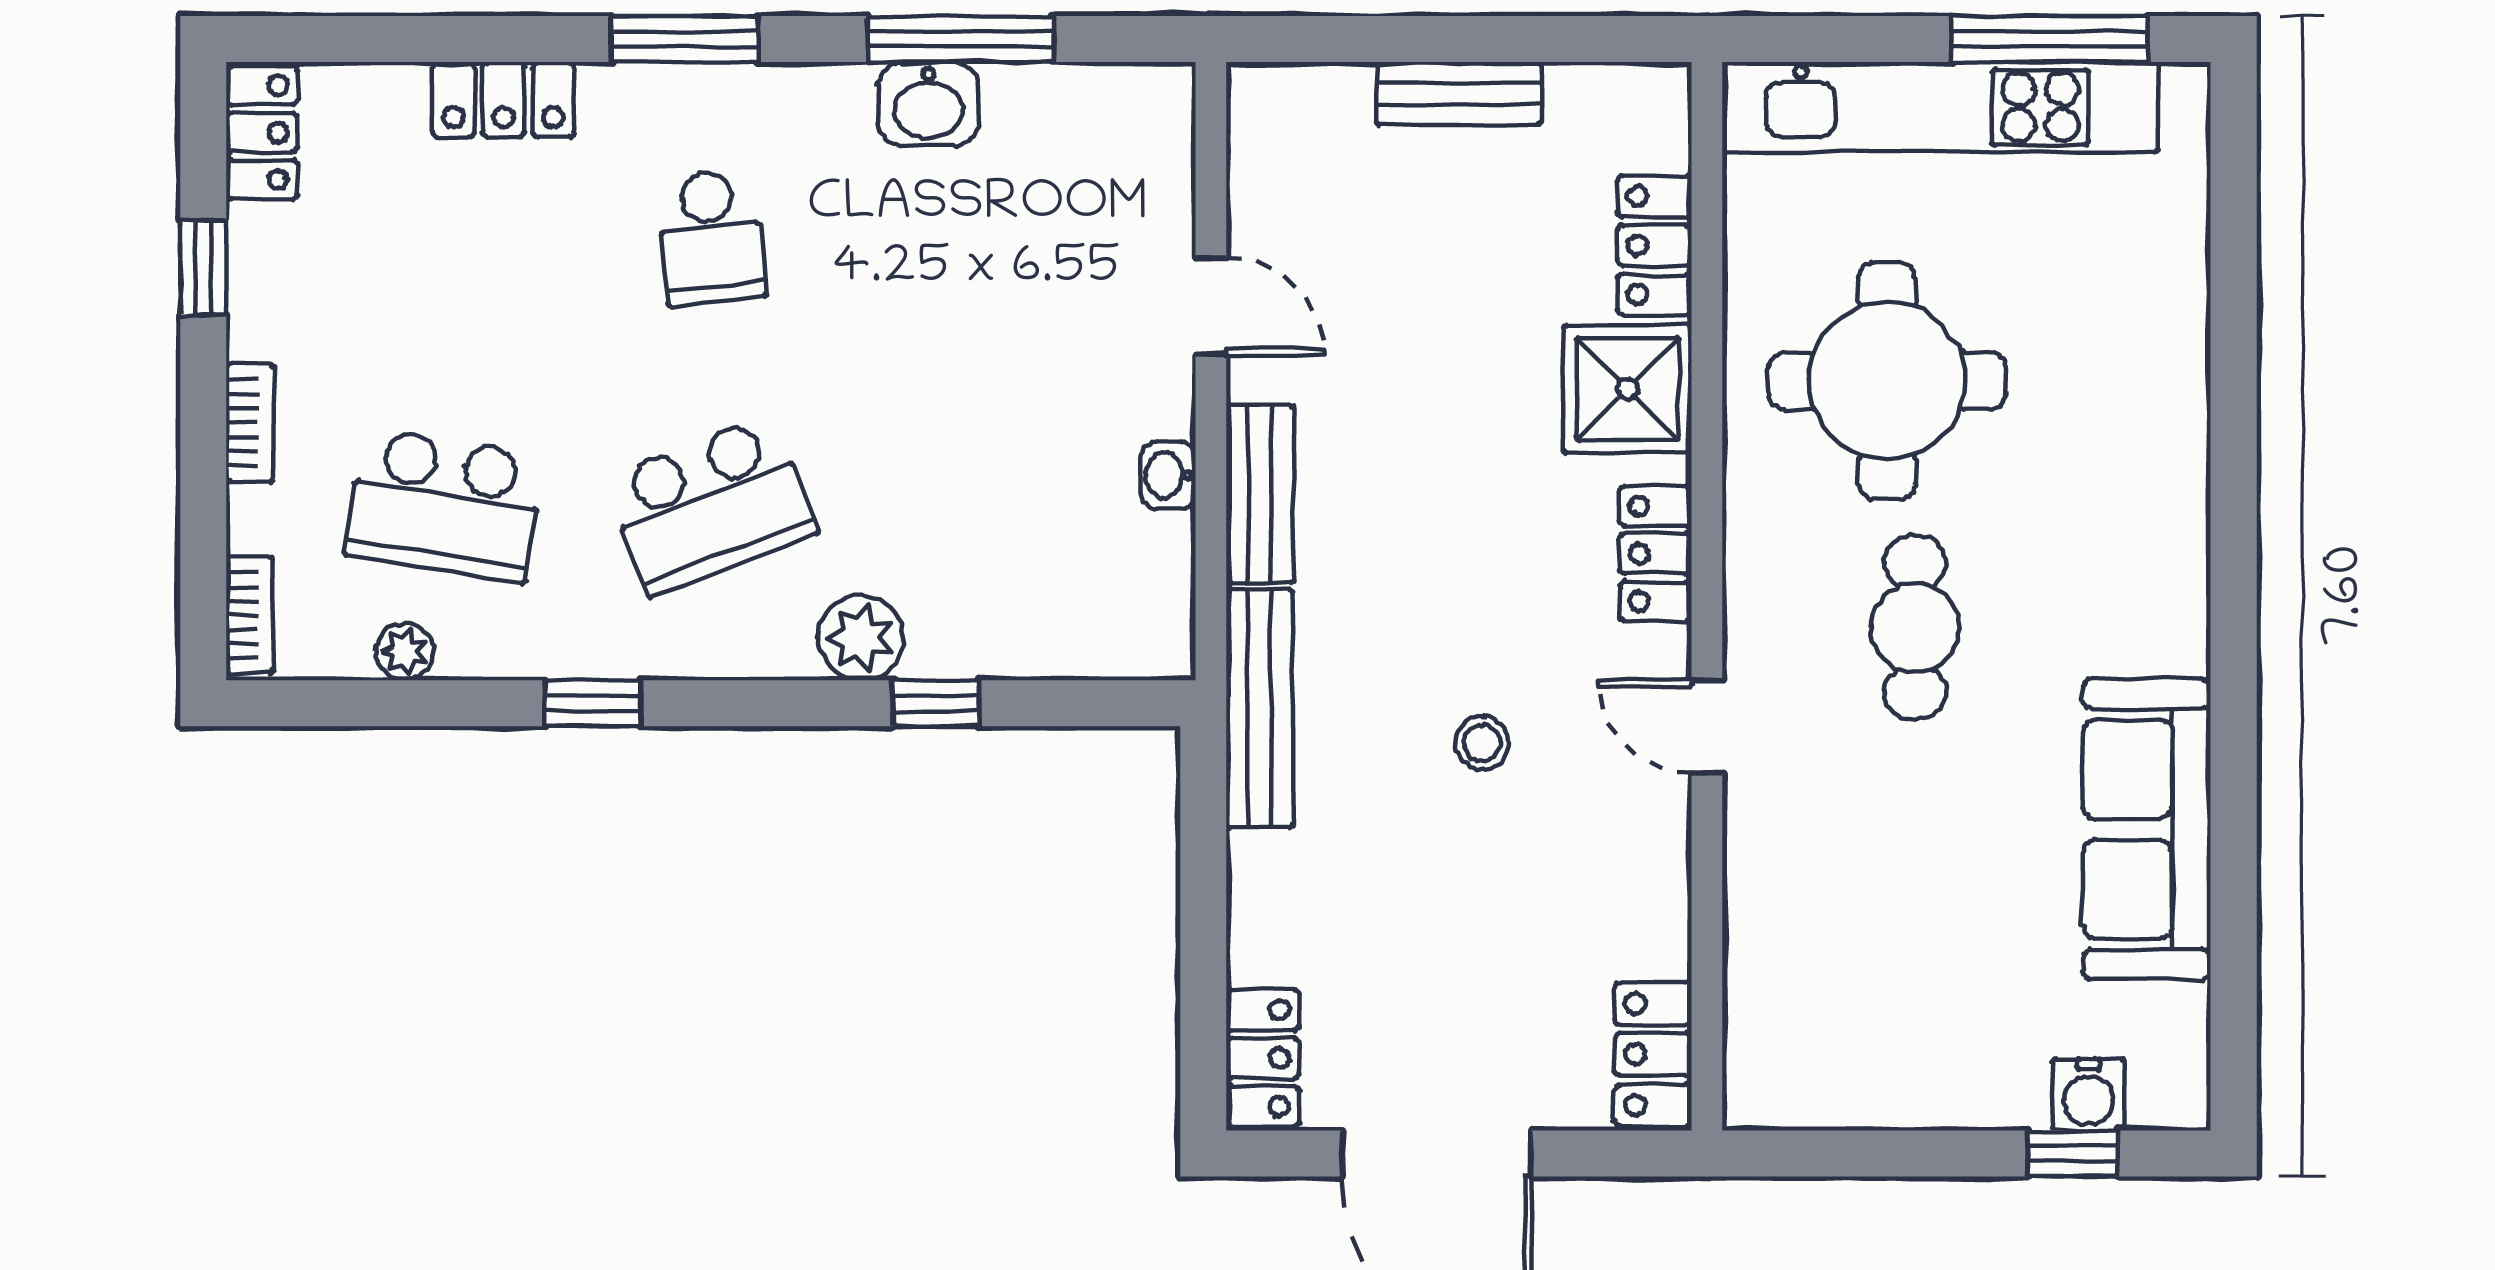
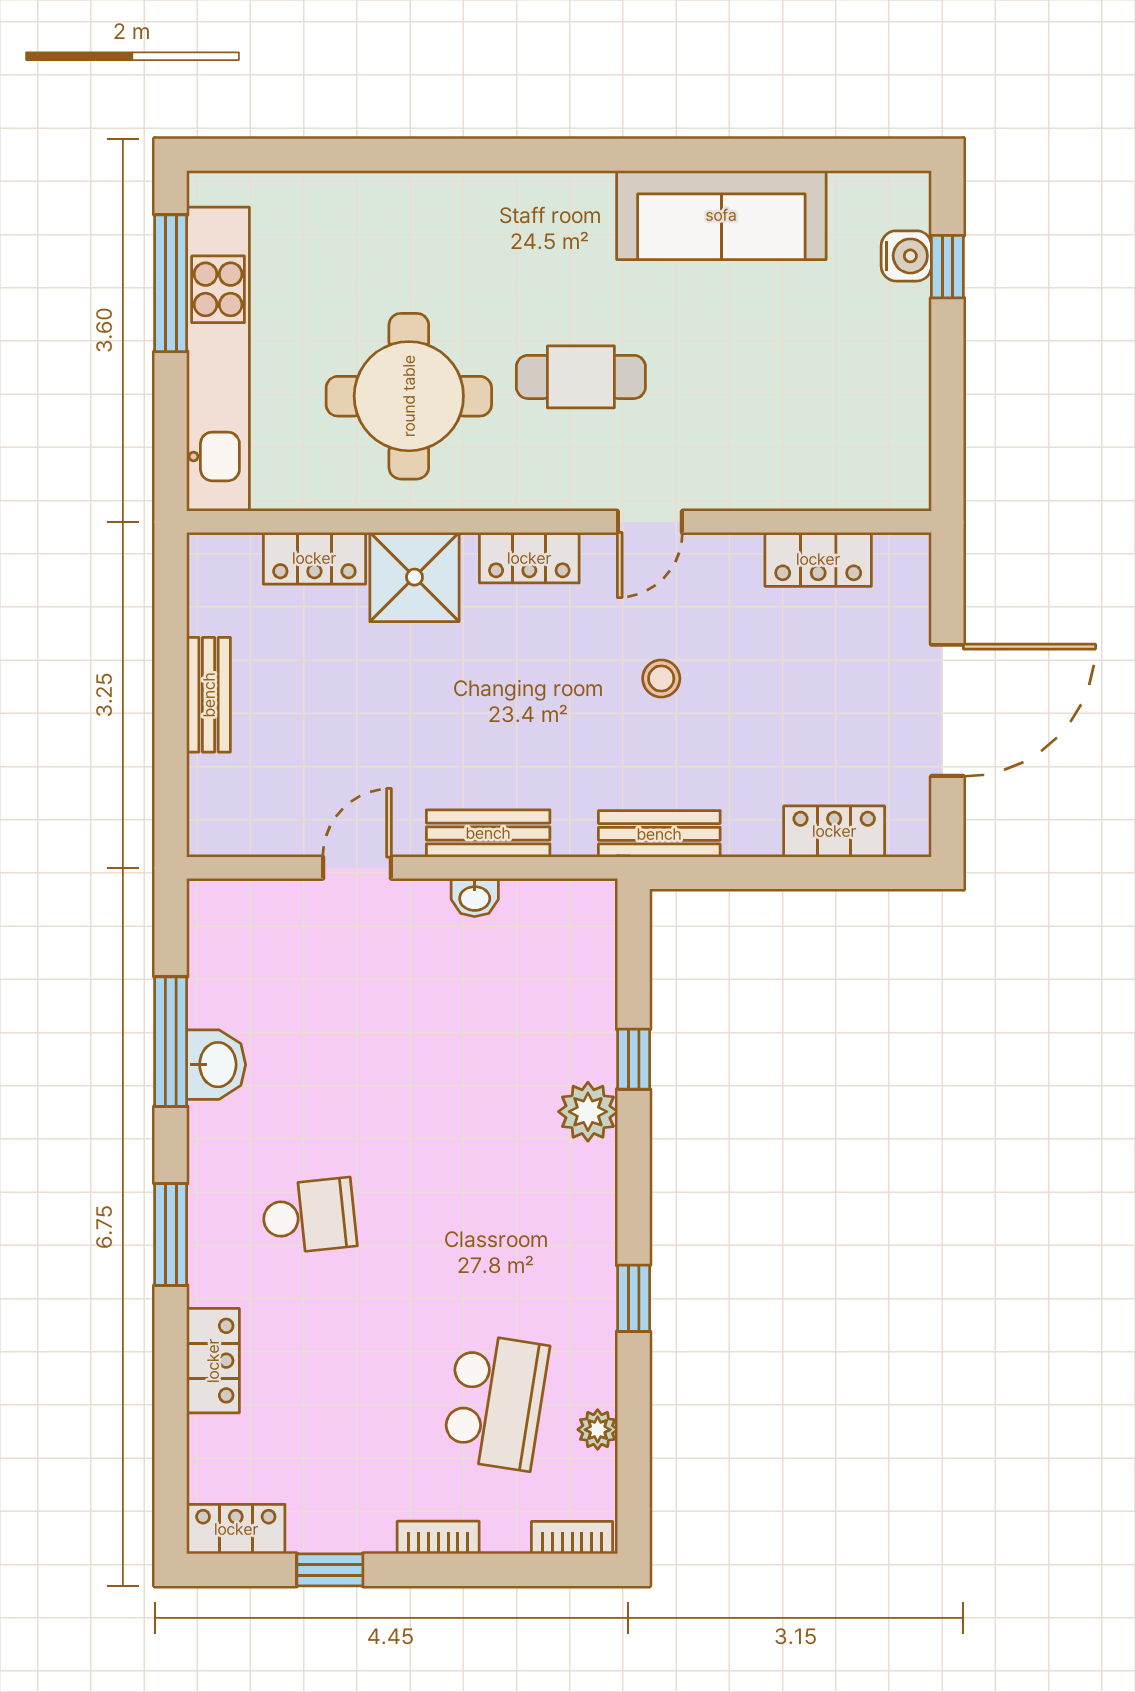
school desk: (711, 505) -> (495, 1216), removed
bench: (1259, 708) -> (659, 834), width x0.73
locker: (1653, 1054) -> (818, 559), moved
locker: (1263, 1058) -> (834, 831), moved

